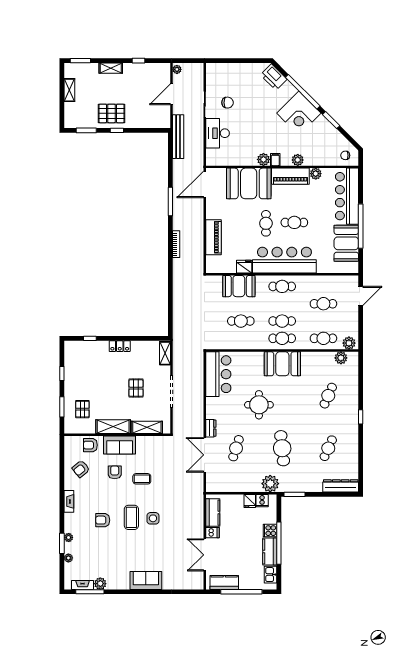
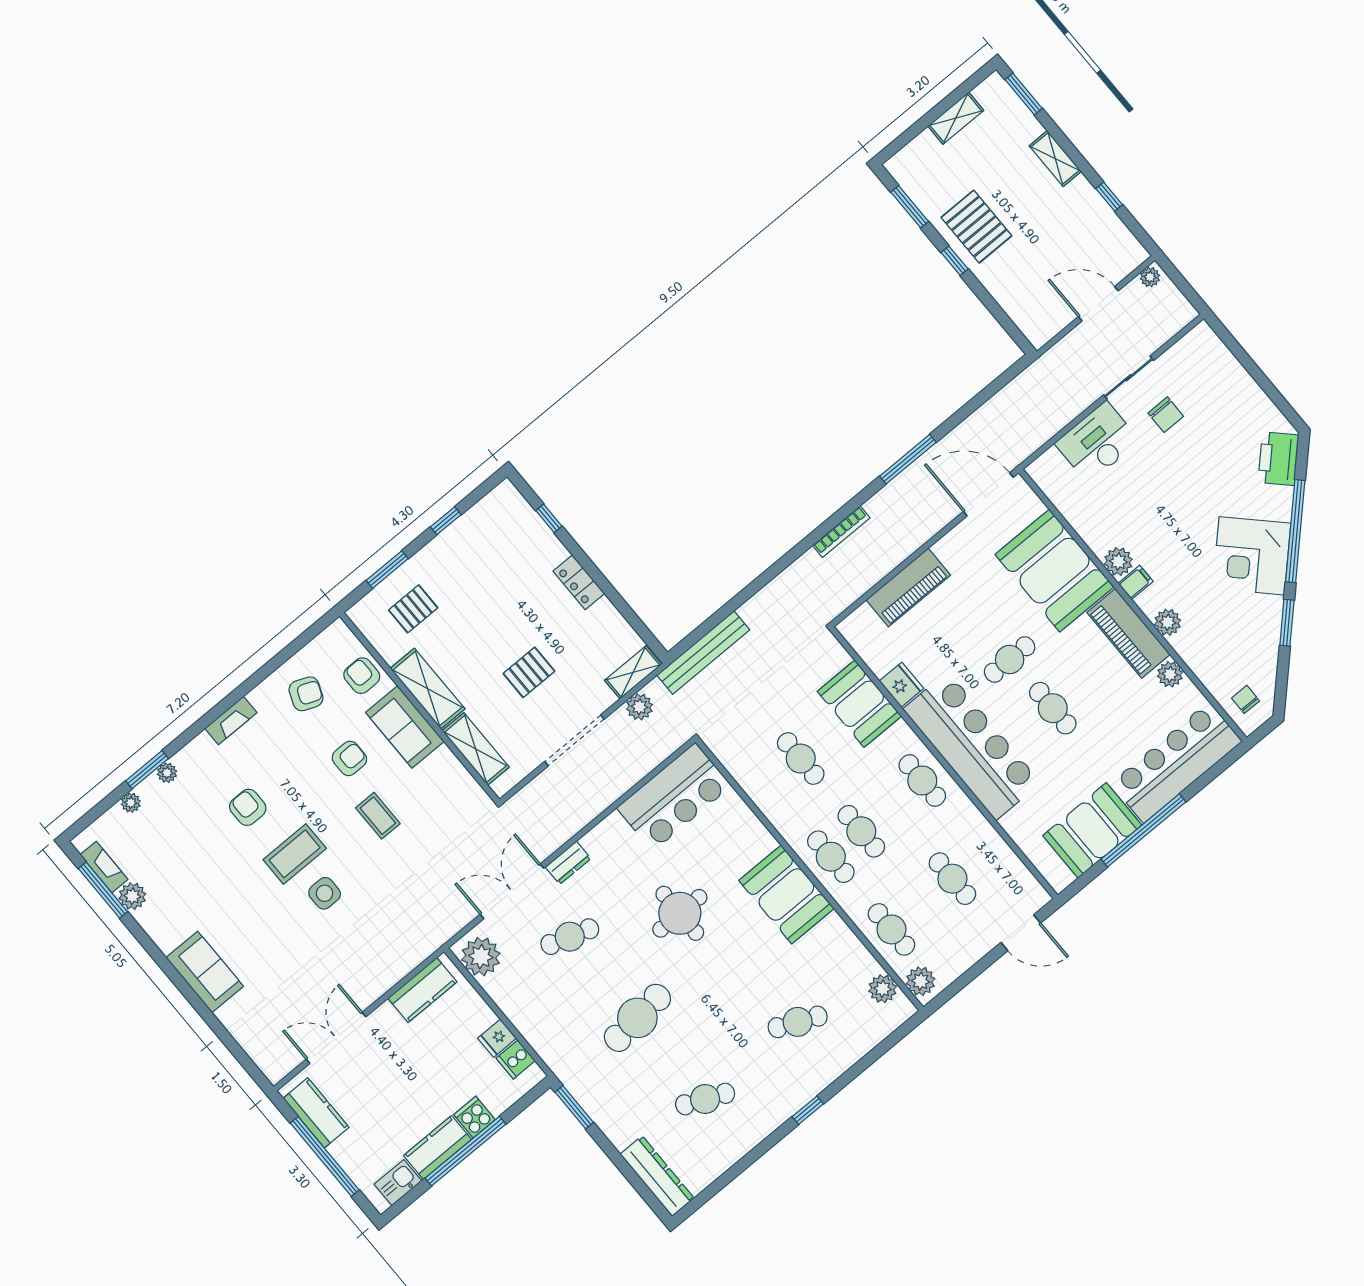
bench: (178, 137) -> (703, 653), moved
plant: (178, 361) -> (639, 707), added
armchair: (81, 469) -> (306, 694), turned 151
plant: (270, 484) -> (481, 957), moved
dishwasher: (212, 533) -> (387, 1019), removed

